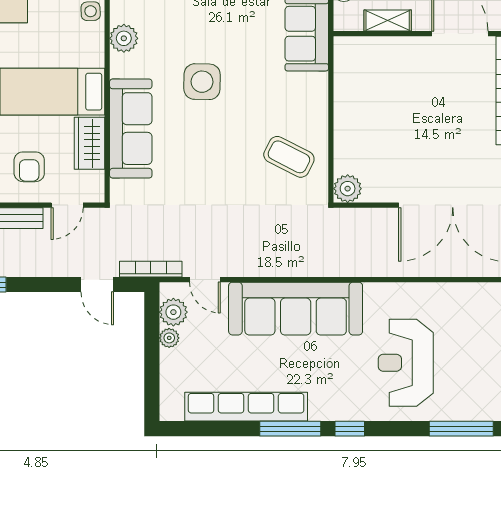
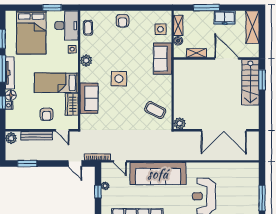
sofa: (131, 129) -> (89, 98), width x0.73
door: (67, 205) -> (62, 130), hinge flipped
plant: (173, 312) -> (107, 175), removed
window: (152, 352) -> (98, 192), added

